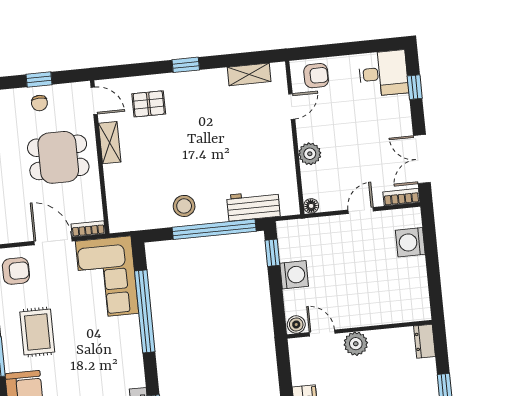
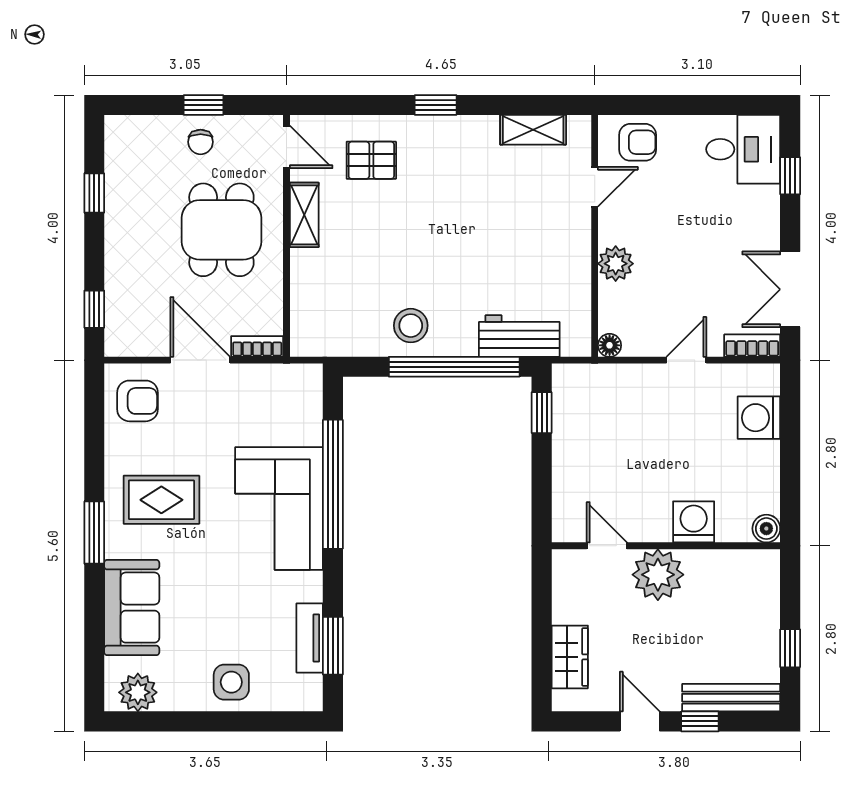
dining table: (58, 157) -> (221, 230), turned 90
washing machine: (294, 275) -> (694, 522), moved, turned -90
corner sofa: (107, 277) -> (279, 508), moved
boiler: (296, 325) -> (766, 529), moved
rug: (37, 332) -> (161, 500), turned 90
dresser: (424, 341) -> (766, 575), removed
plant: (356, 344) -> (658, 575), width x1.36, depth x1.36

